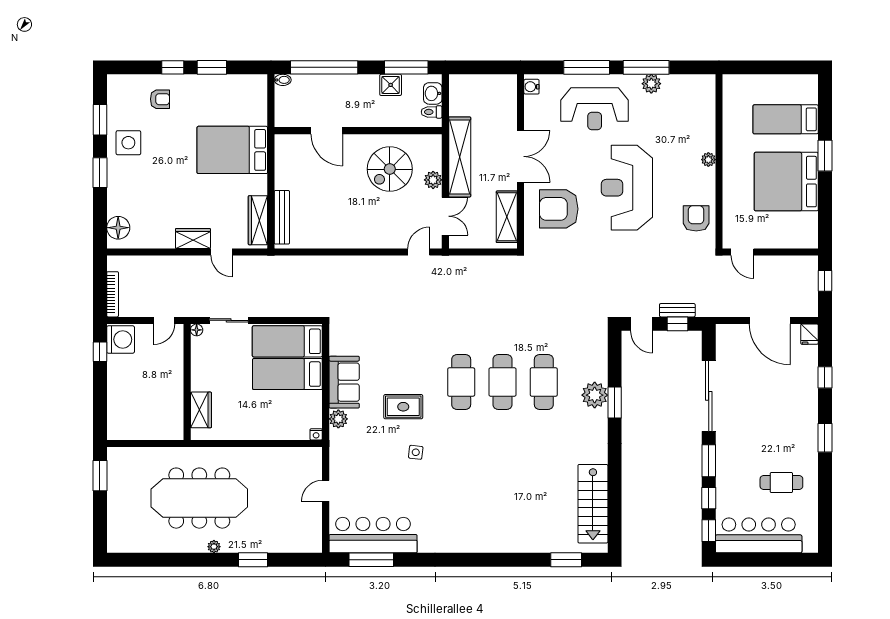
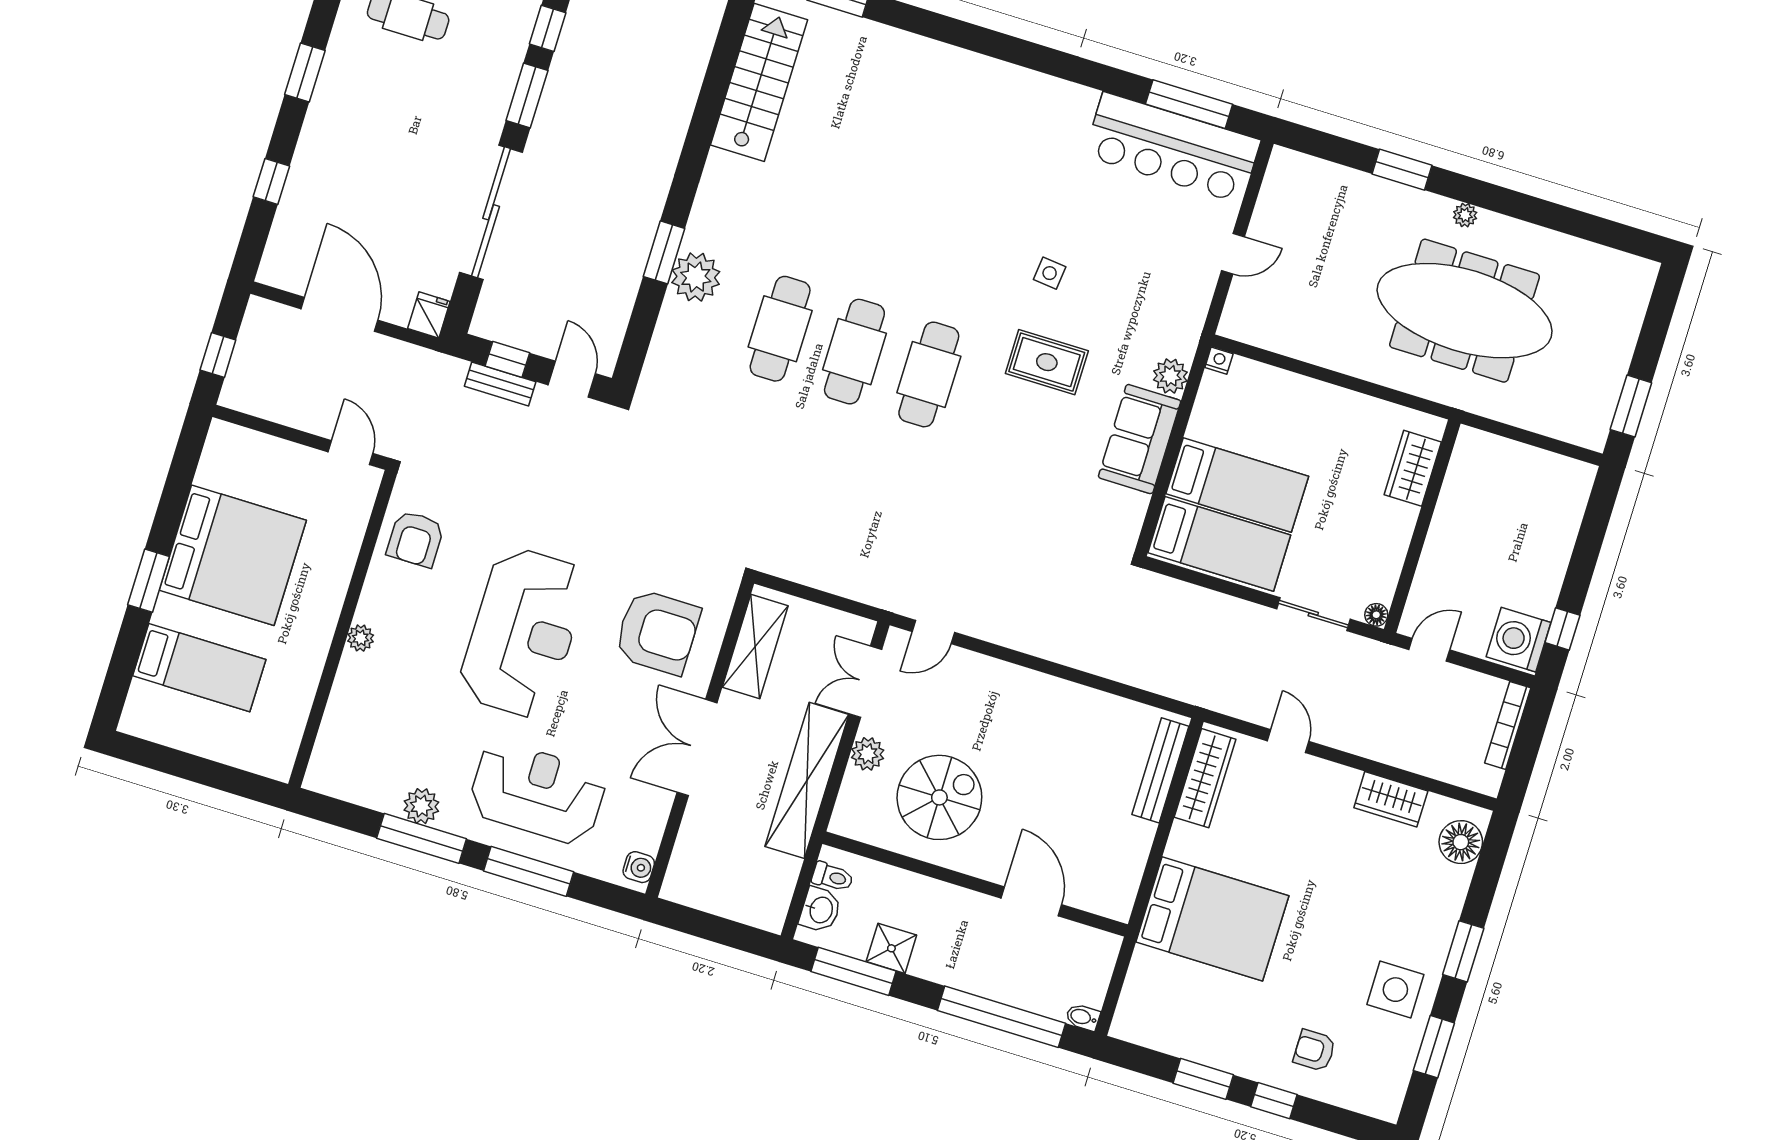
wardrobe: (193, 239) -> (1391, 799), moved
fridge: (809, 334) -> (429, 315), moved

